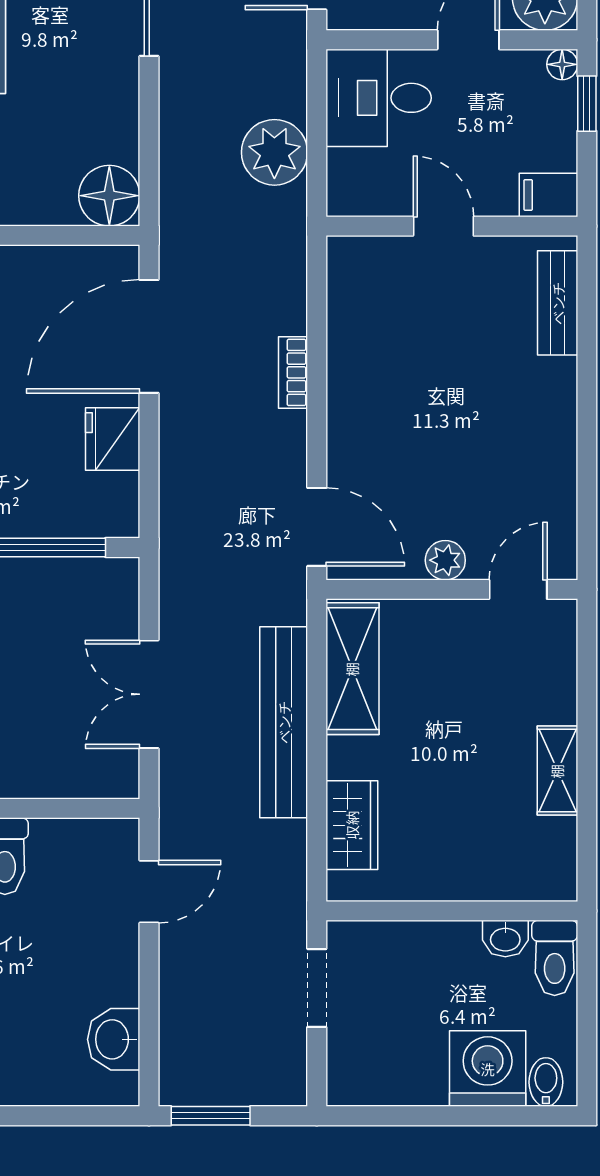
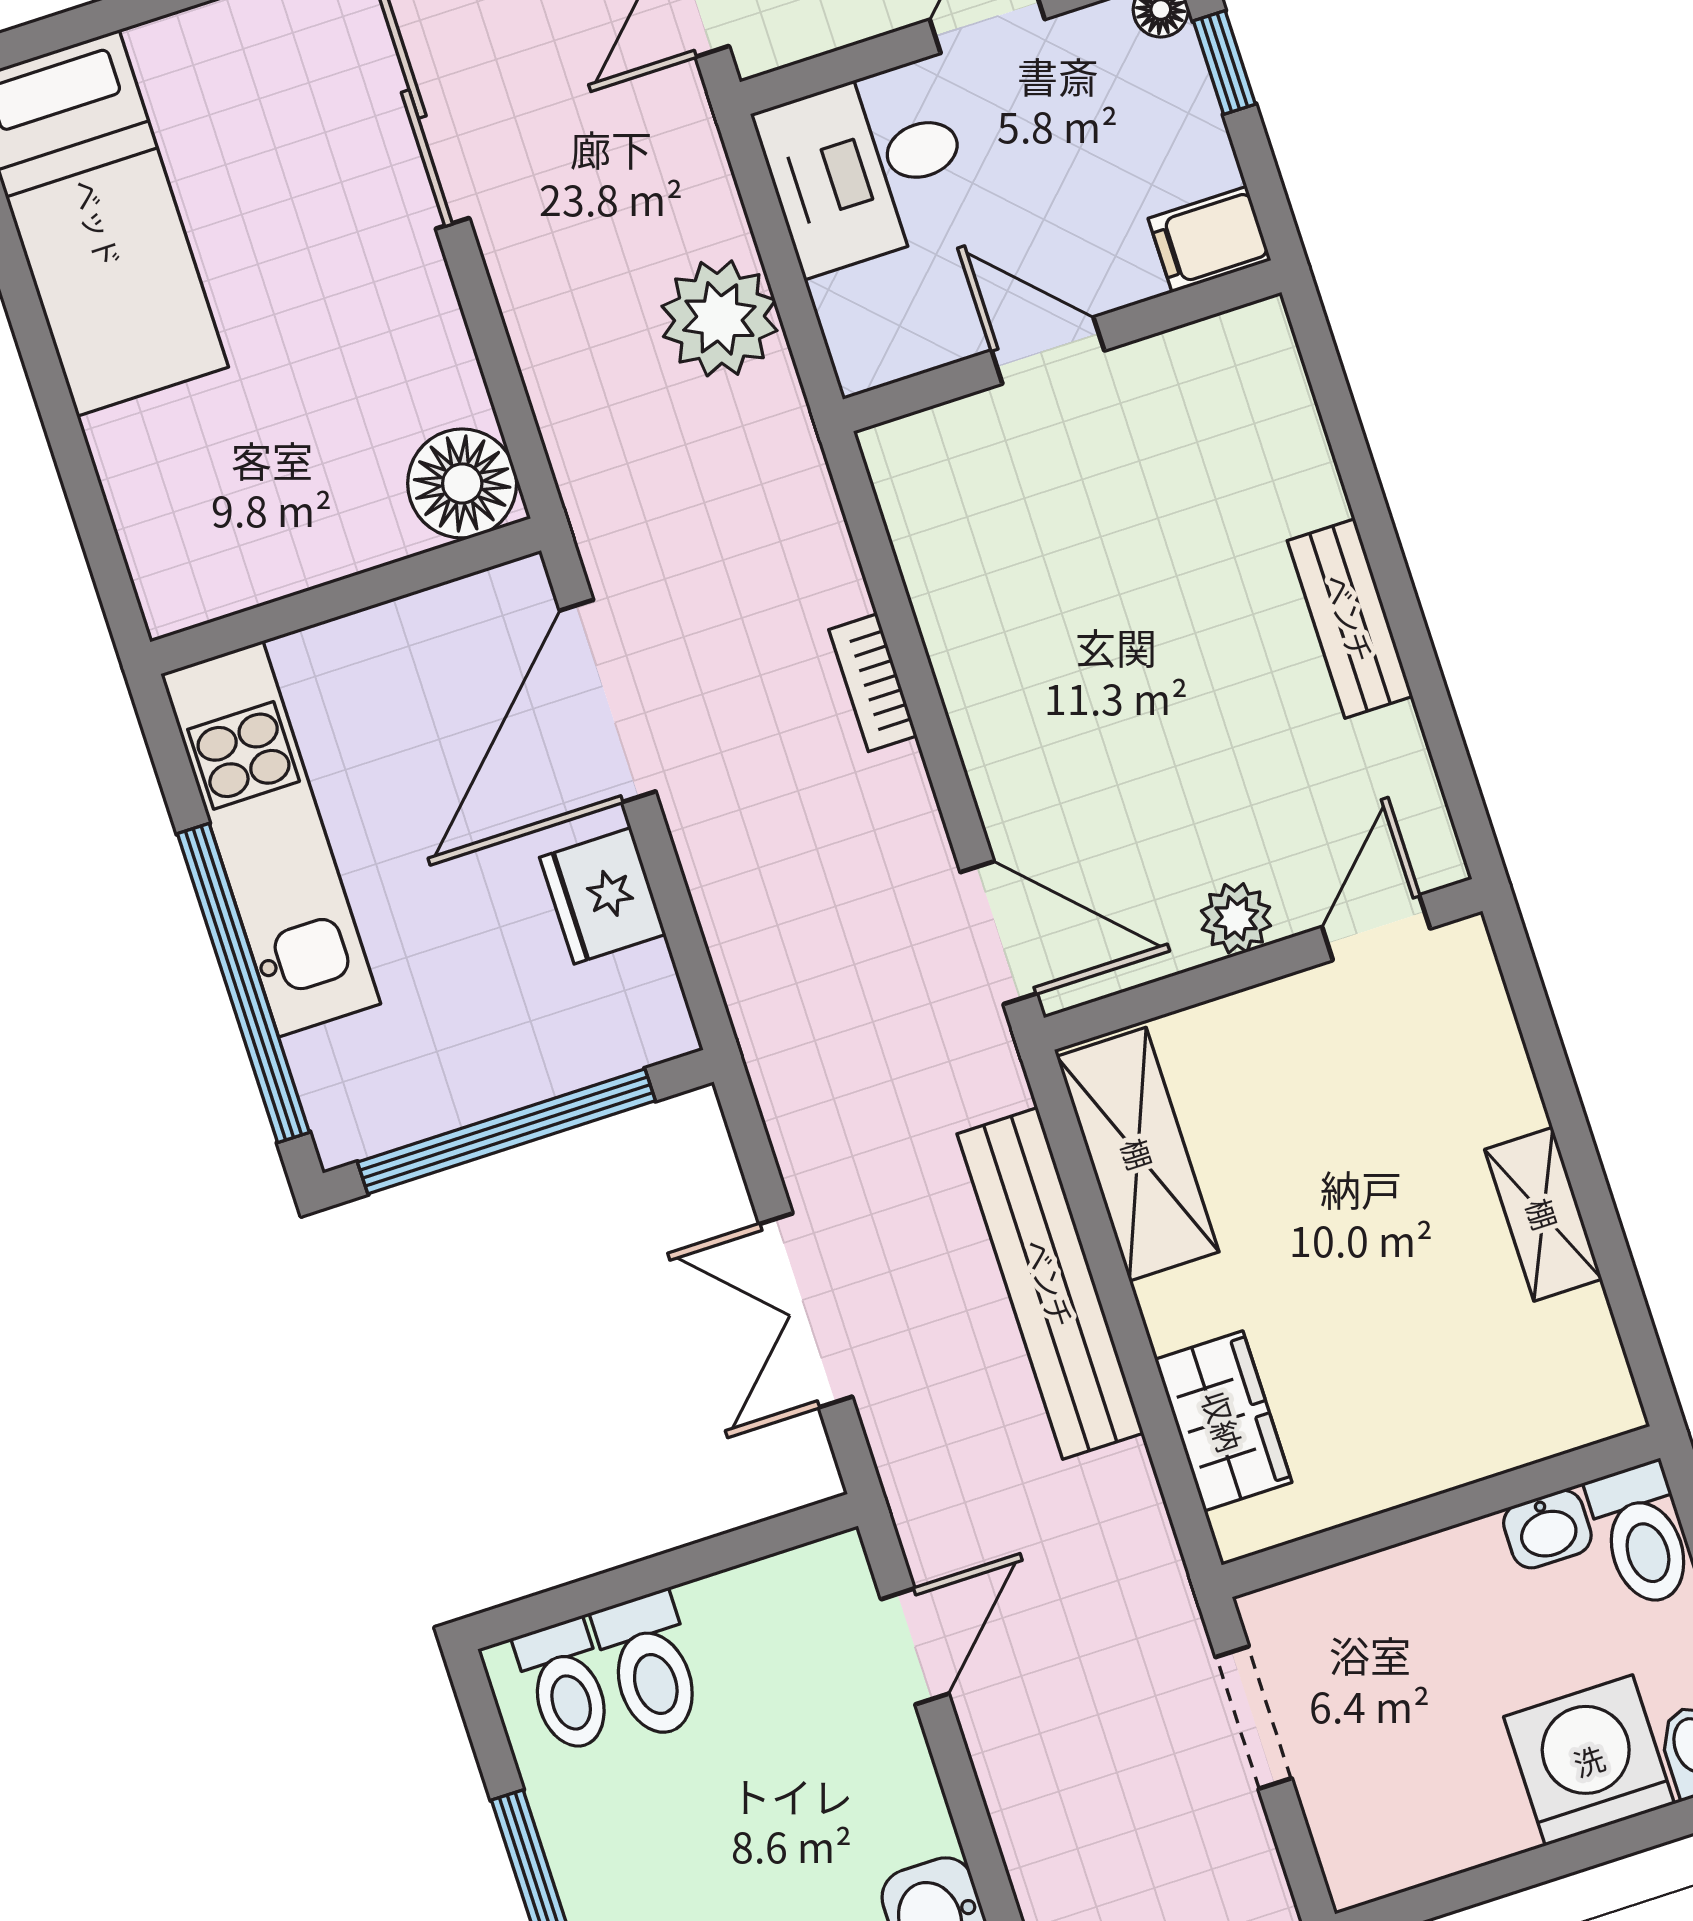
bench: (558, 303) -> (1350, 618), moved

